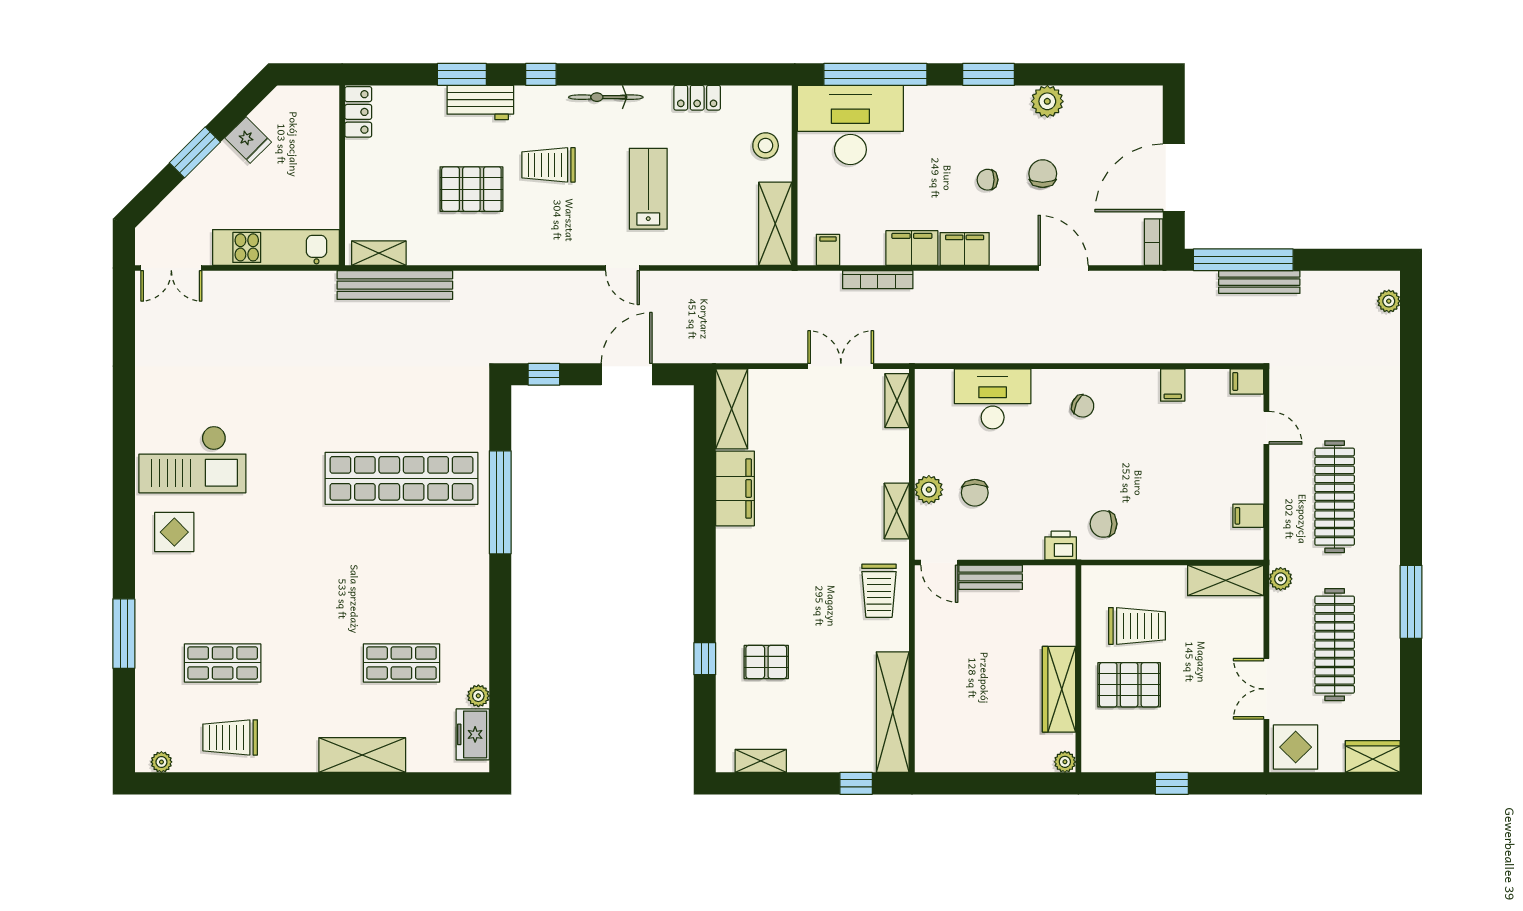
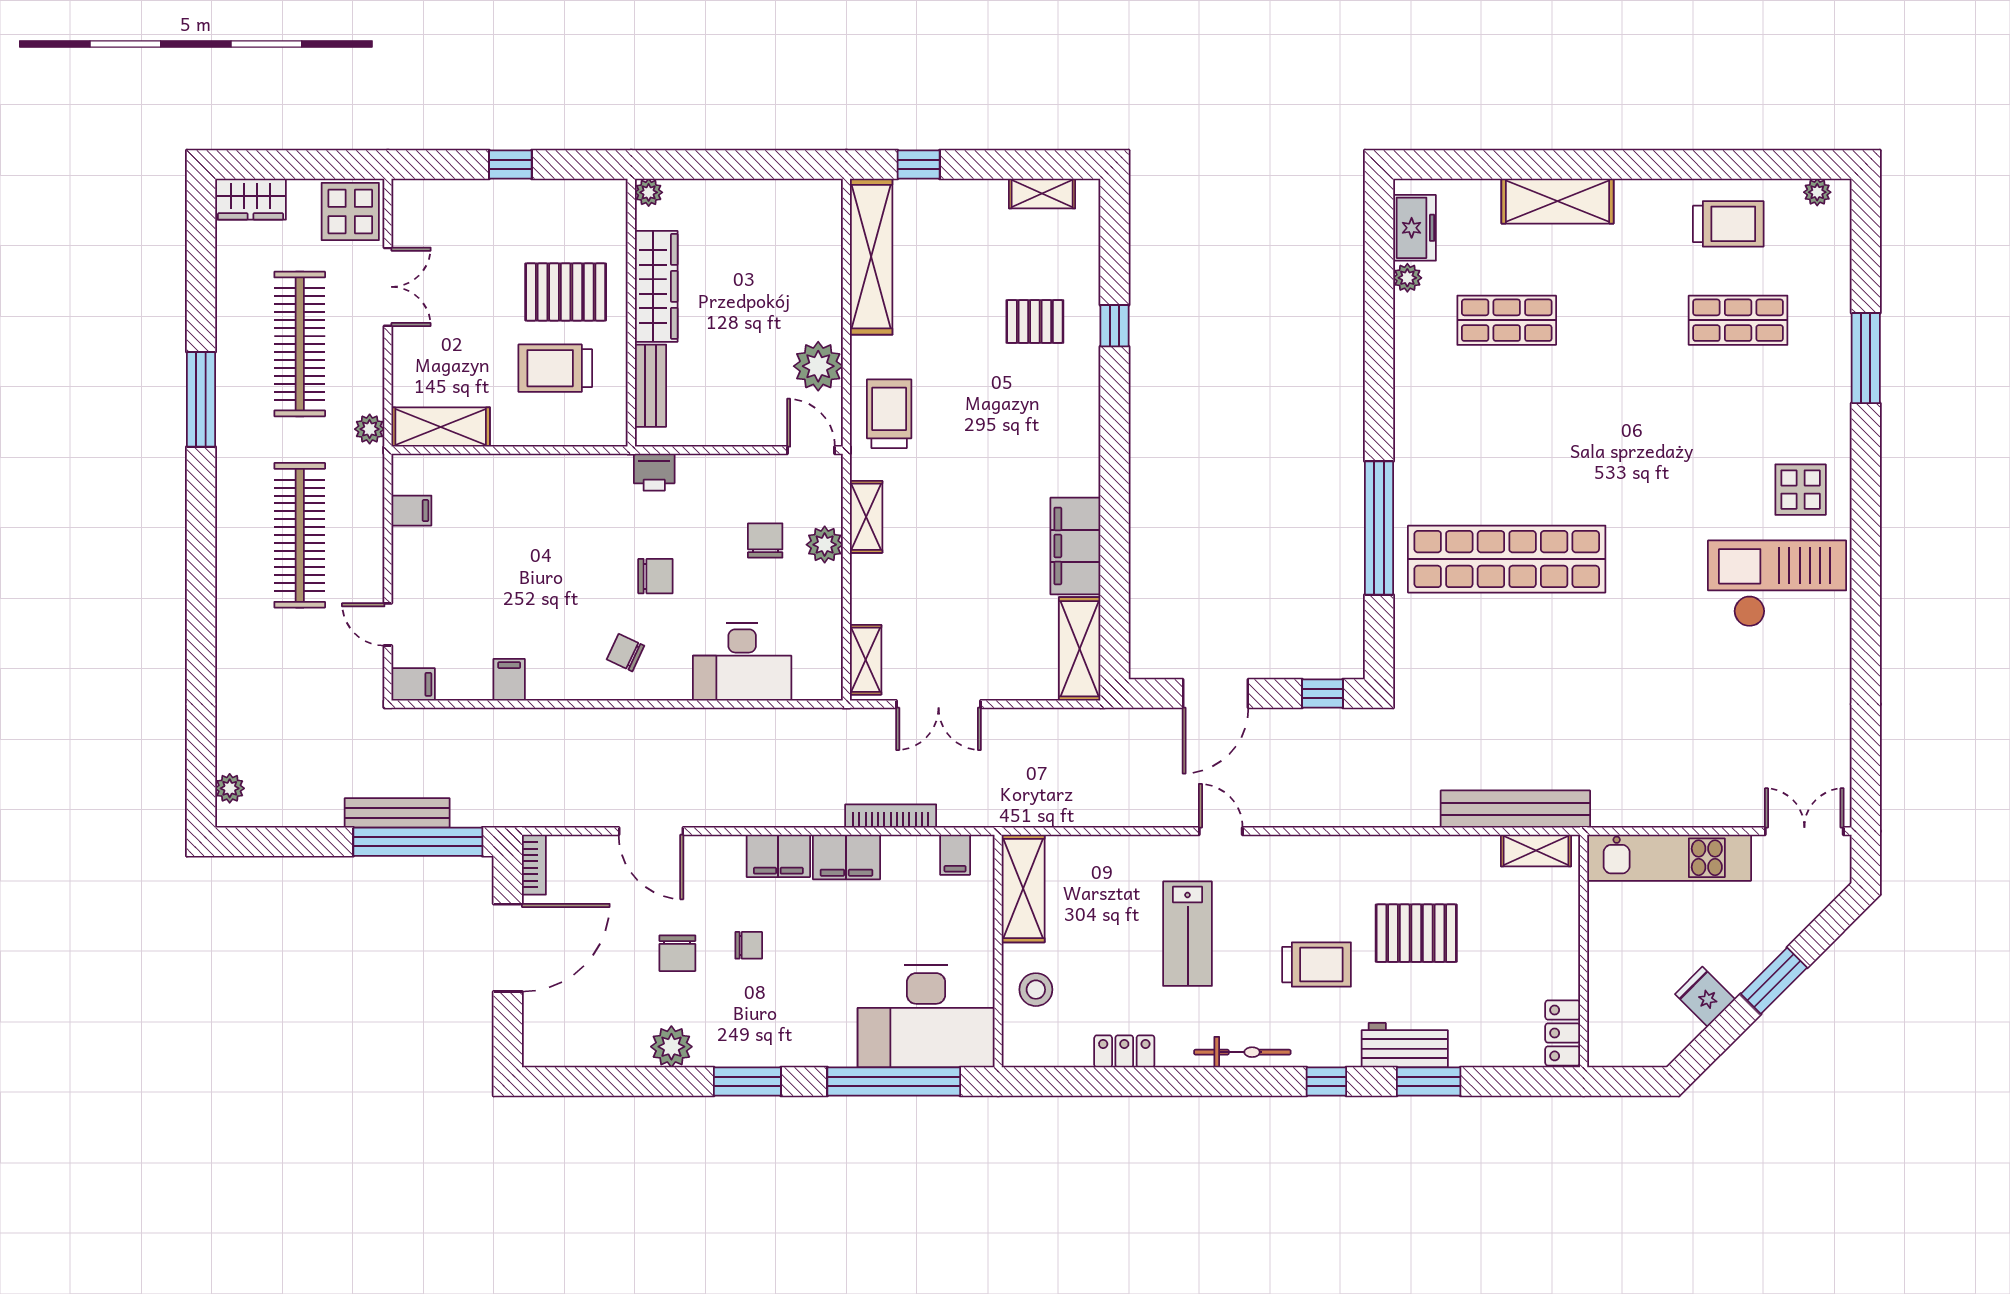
chair: (1103, 524) -> (655, 576), moved
bench: (991, 577) -> (650, 386), moved, turned 90
plant: (934, 627) -> (818, 366), added

